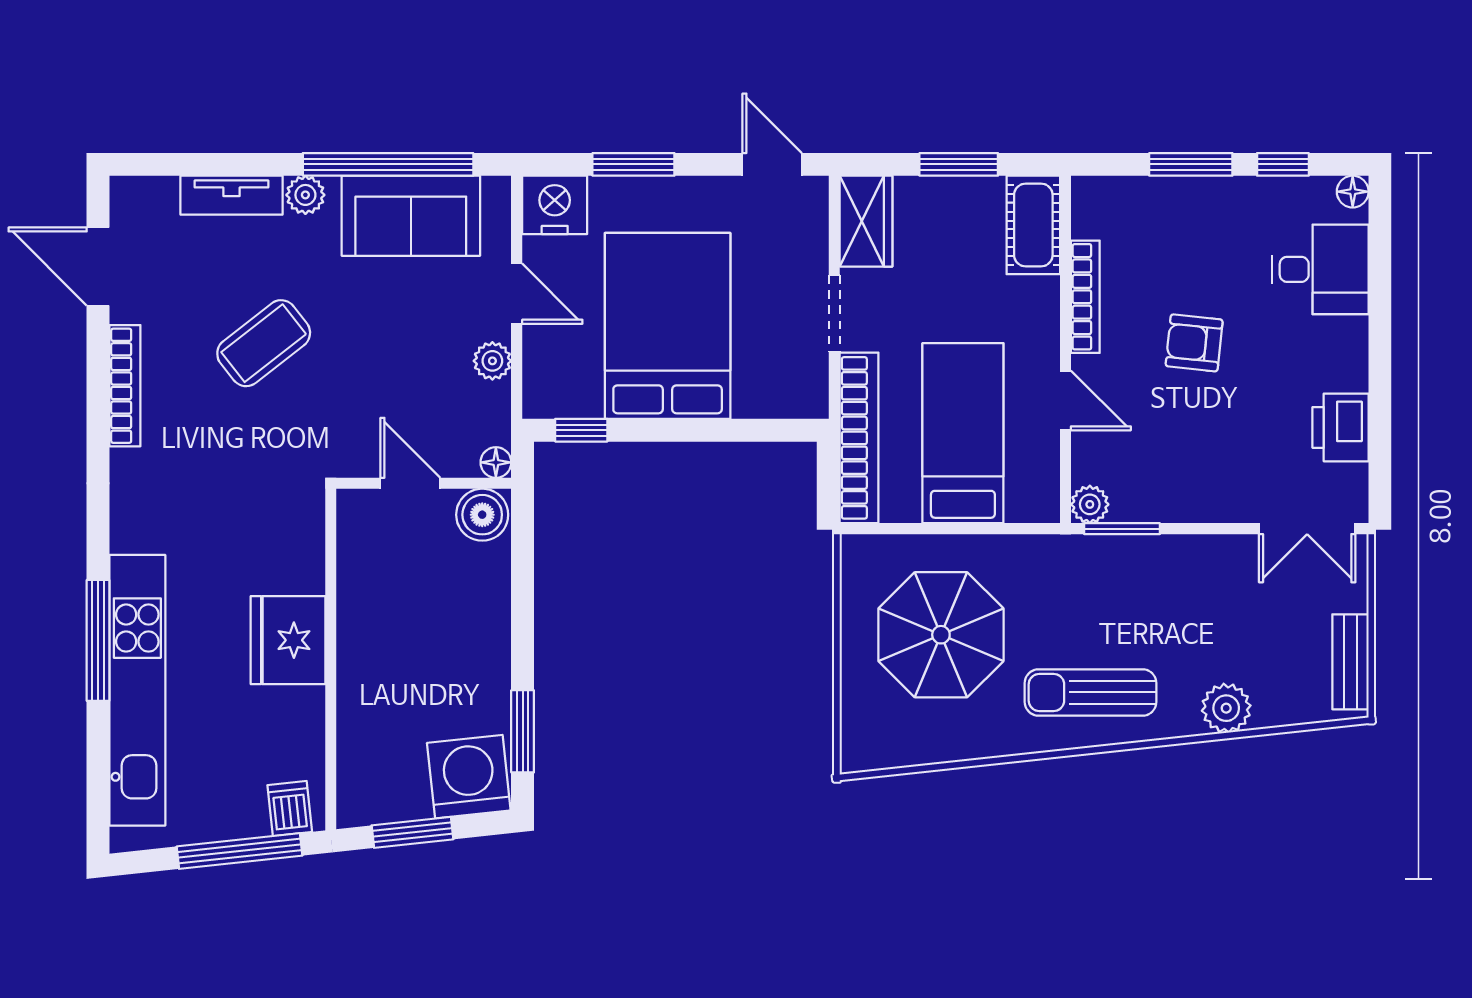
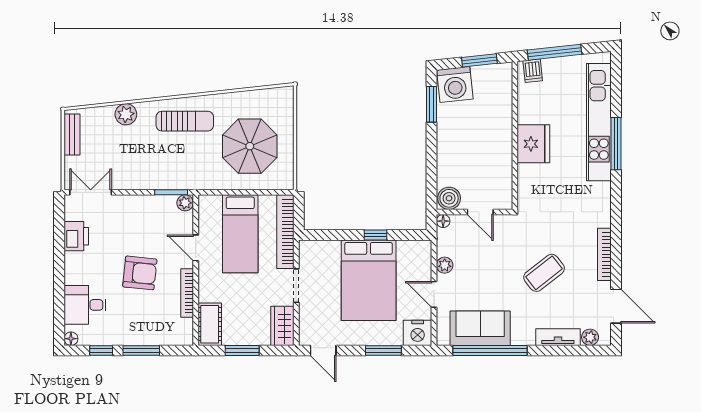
plant: (305, 195) -> (590, 337), moved
armchair: (1194, 343) -> (140, 273), width x1.38, depth x1.38
window: (581, 430) -> (376, 235), moved

